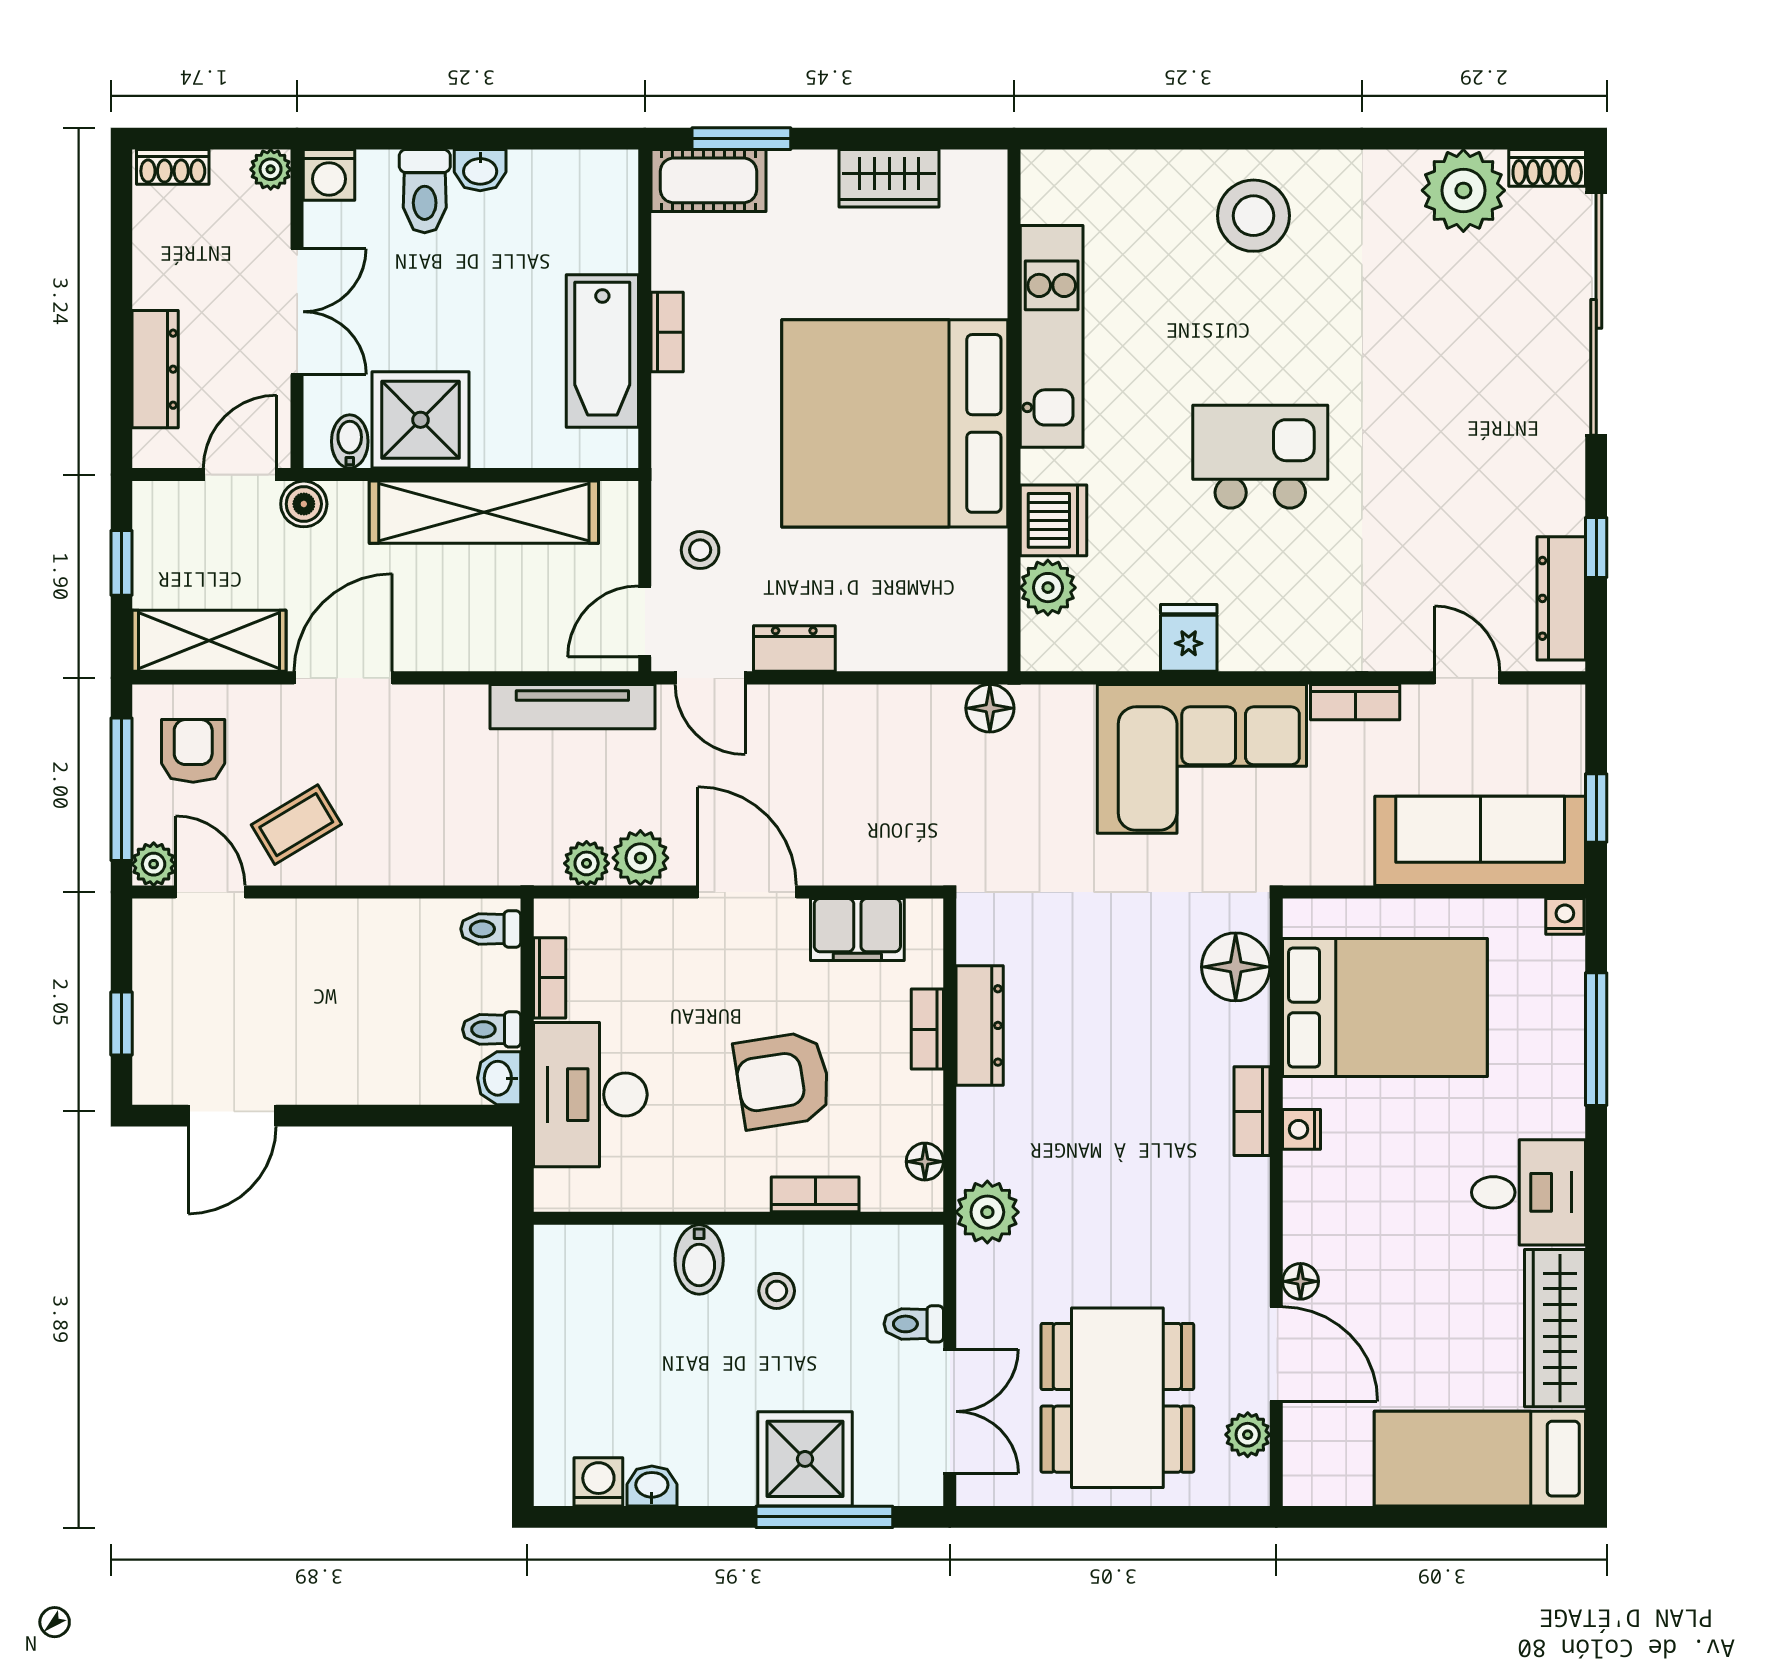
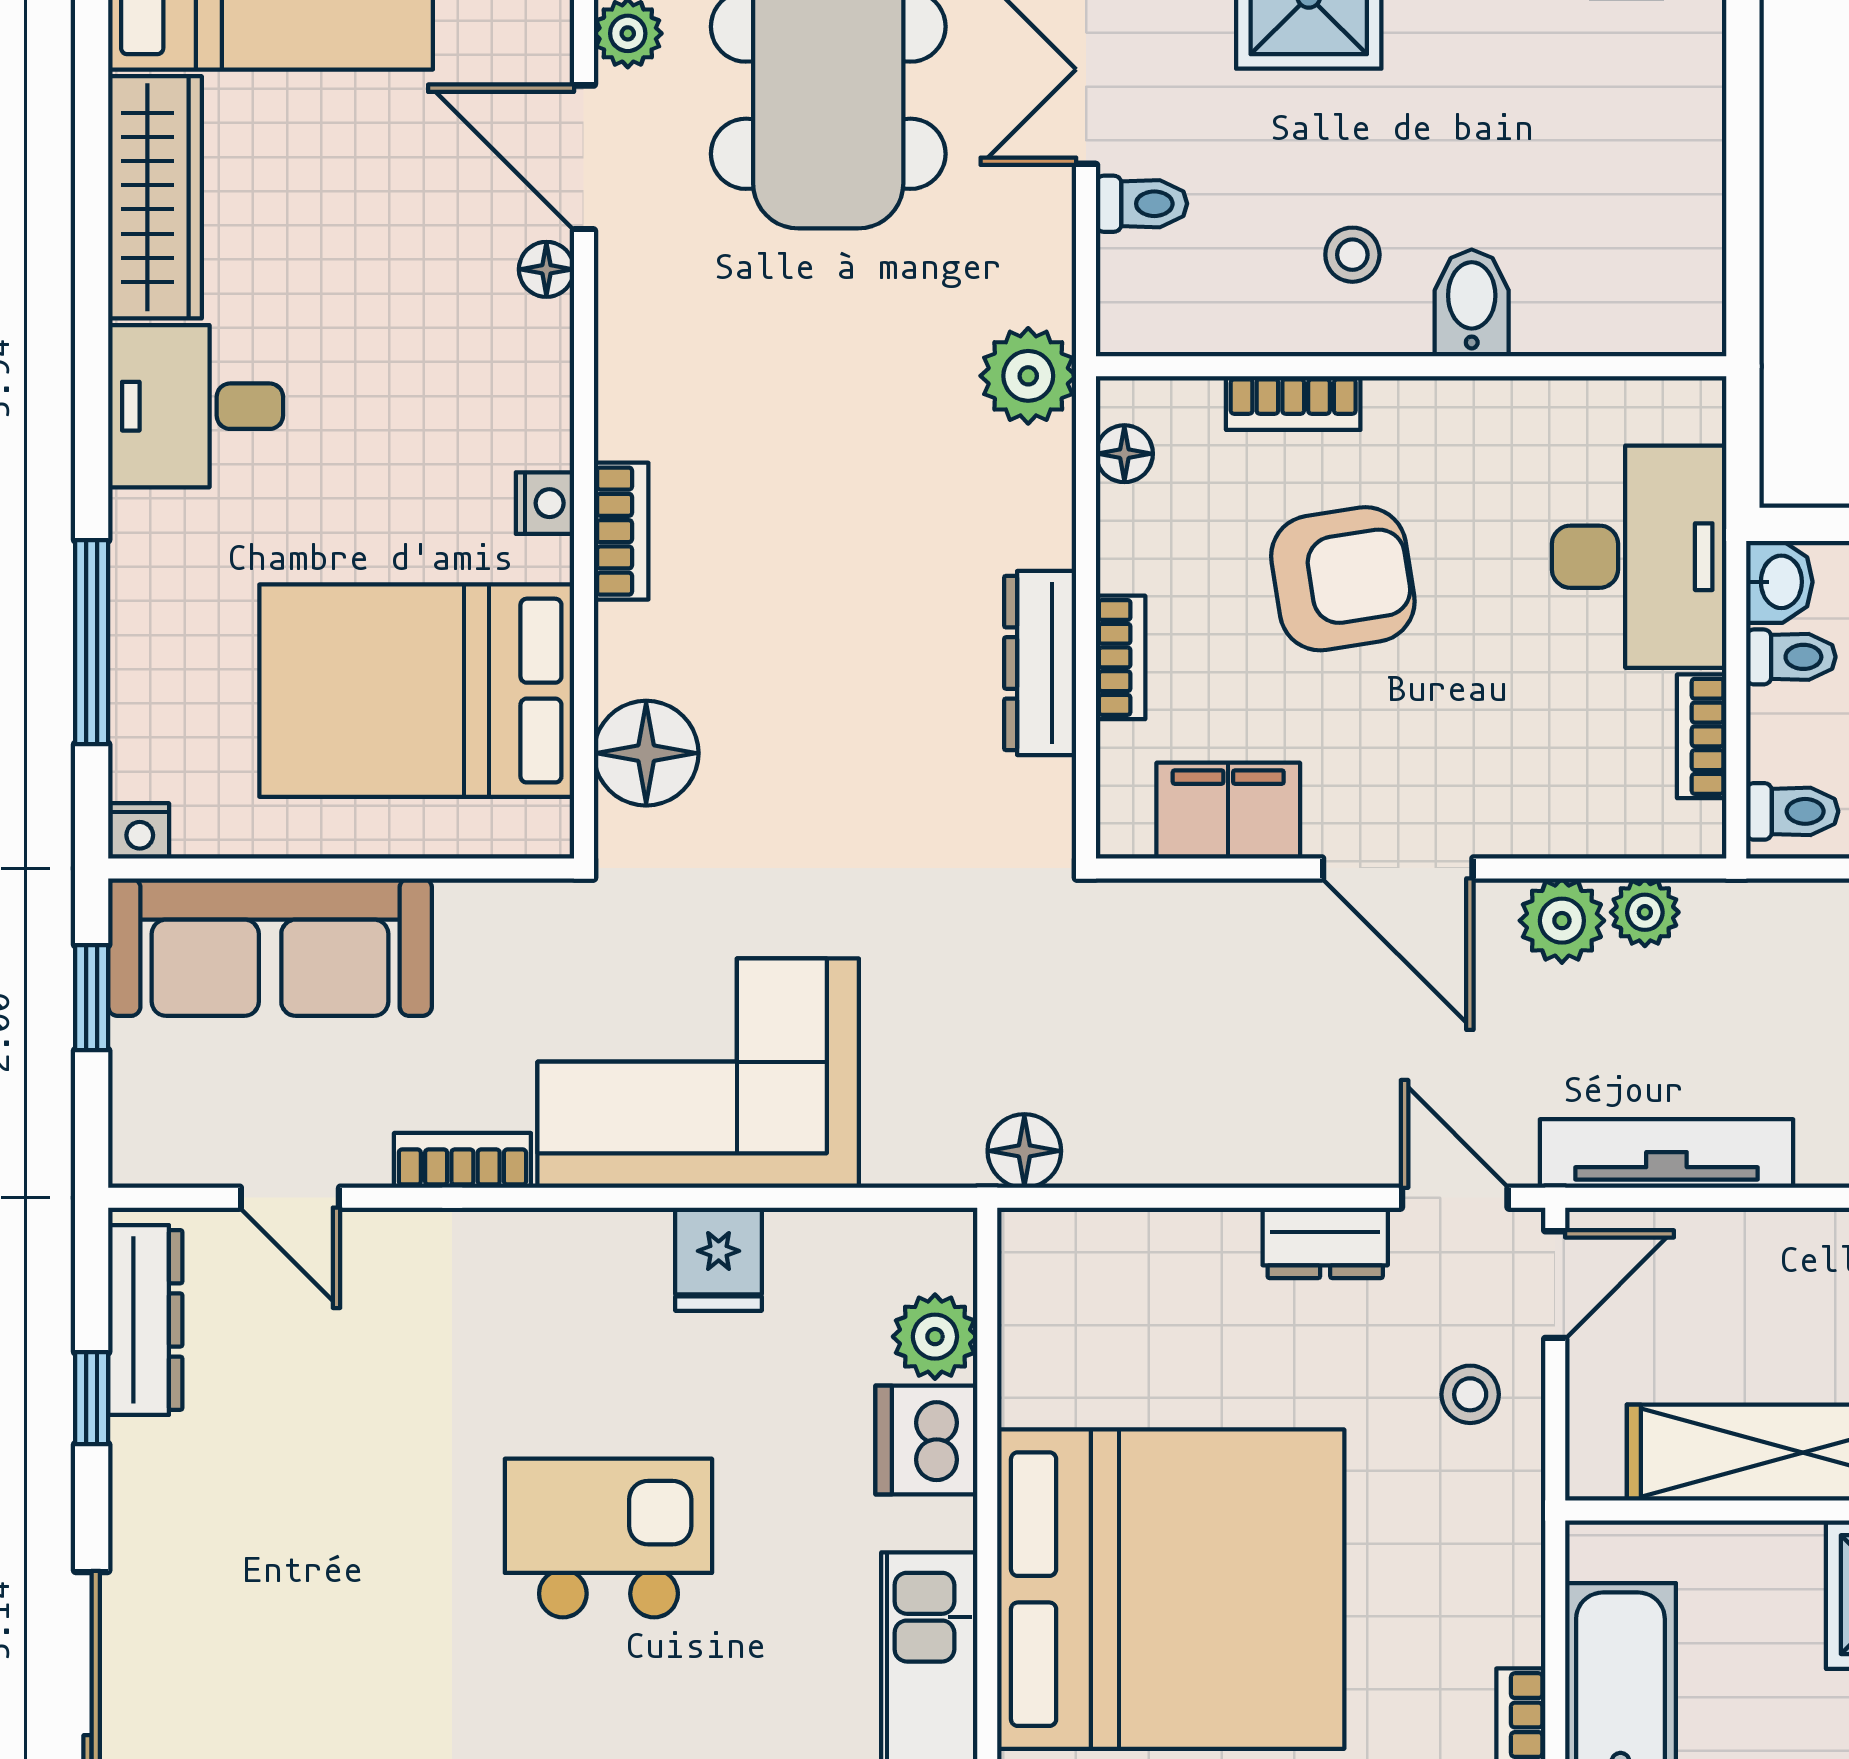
kitchen island: (1260, 457) -> (608, 1538), turned 180

